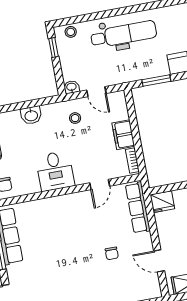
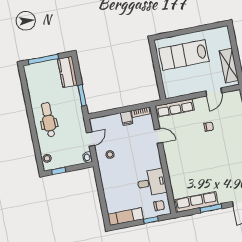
dental chair: (124, 34) -> (48, 120), width x0.73, depth x0.72
washbasin: (31, 115) -> (108, 187), removed
filing cabinet: (123, 135) -> (127, 118), width x0.50
desk: (55, 171) -> (152, 183), moved
fridge: (162, 202) -> (171, 90), removed

